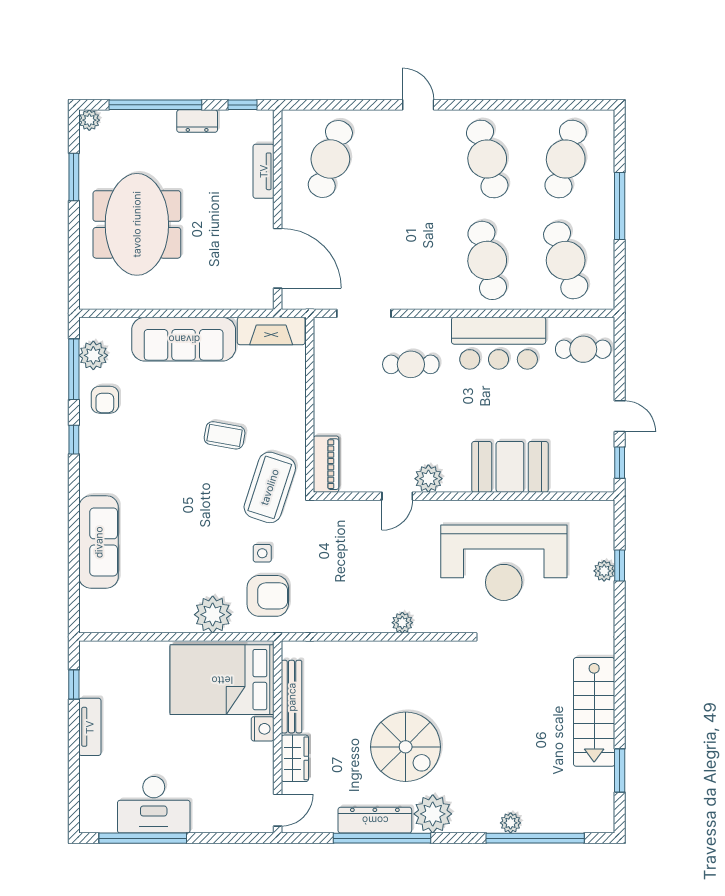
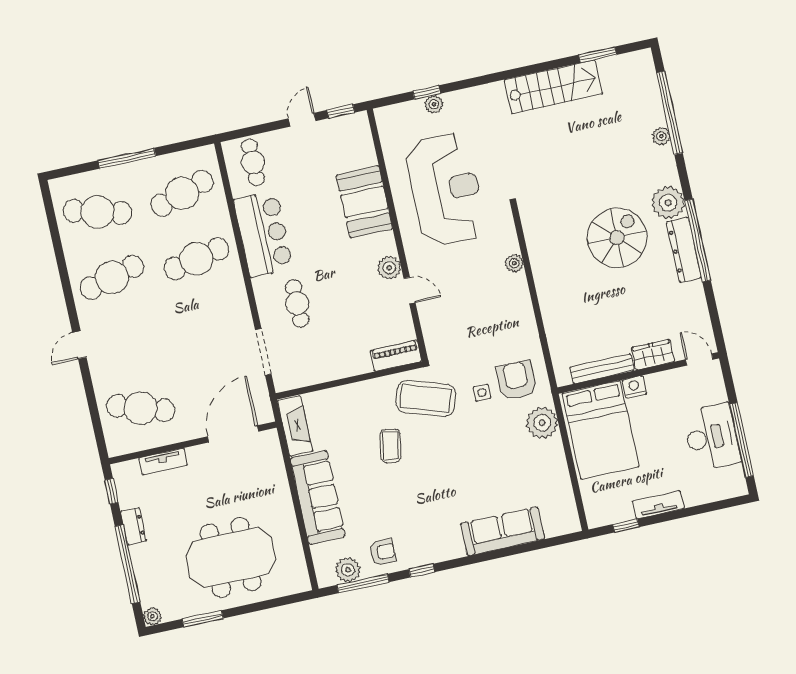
bed: (222, 680) -> (601, 430), moved
bench: (292, 697) -> (602, 369), moved
nightstand: (263, 729) -> (634, 387), moved
wall: (278, 737) -> (638, 373), moved
wardrobe: (295, 758) -> (653, 355), moved
door: (278, 810) -> (699, 360), moved

